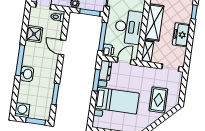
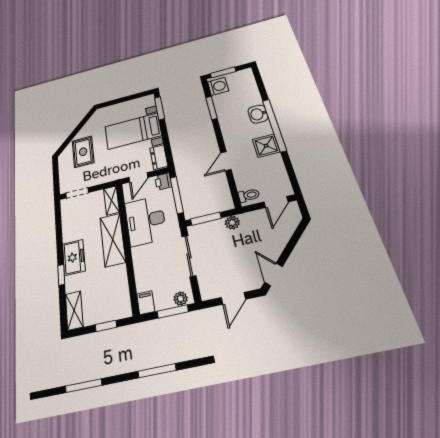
shower: (34, 34) -> (266, 146), moved
freezer: (181, 35) -> (74, 257), moved
door: (62, 47) -> (226, 161), swing flipped
window: (20, 60) -> (274, 125), width x1.46
window: (96, 80) -> (160, 108), moved
washing machine: (22, 110) -> (218, 86), moved, turned -90

